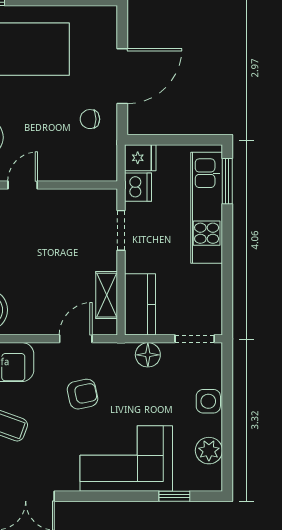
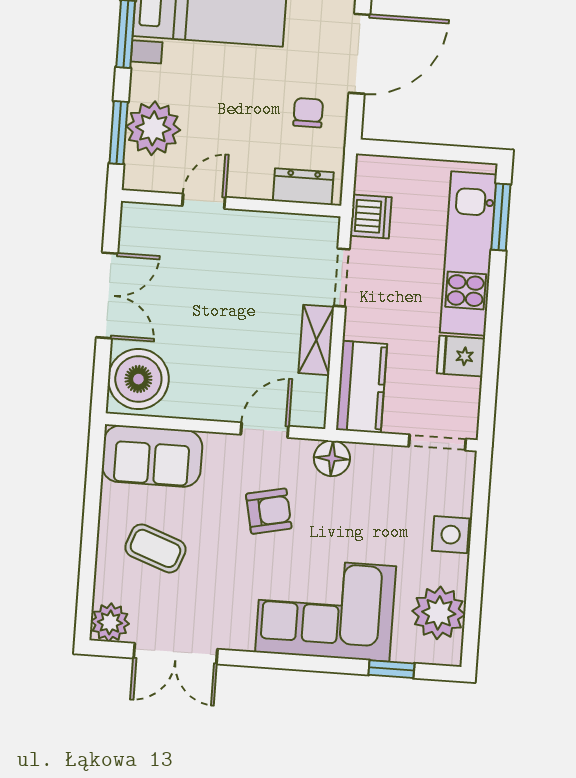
chair: (90, 119) -> (308, 113), turned 90
fridge: (140, 158) -> (461, 356), moved, turned 180
dresser: (90, 170) -> (303, 187), added
shelving: (107, 295) -> (316, 340), moved
floor lamp: (148, 355) -> (332, 458), moved
plant: (209, 451) -> (439, 613), width x1.36, depth x1.36

